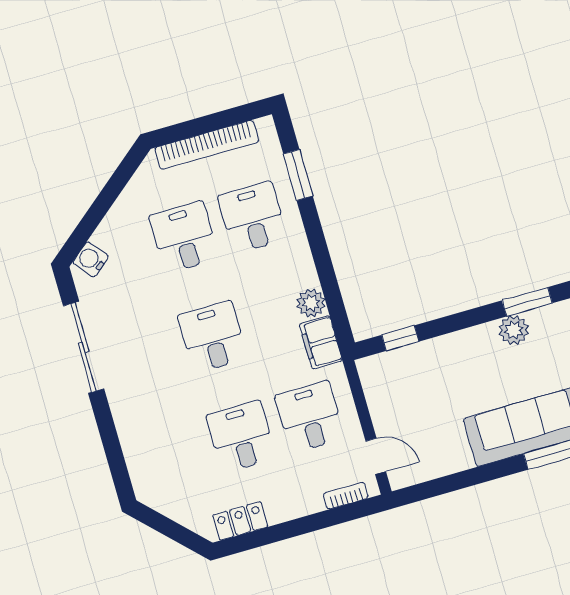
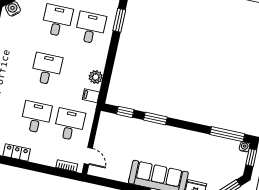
window: (527, 302) -> (155, 118), moved
plant: (514, 330) -> (175, 134), removed
filing cabinet: (321, 342) -> (91, 96), width x0.50

